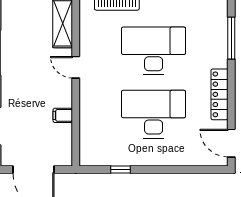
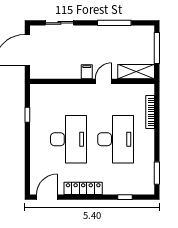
window: (231, 38) -> (125, 197), width x0.46
filing cabinet: (63, 115) -> (87, 72), moved

